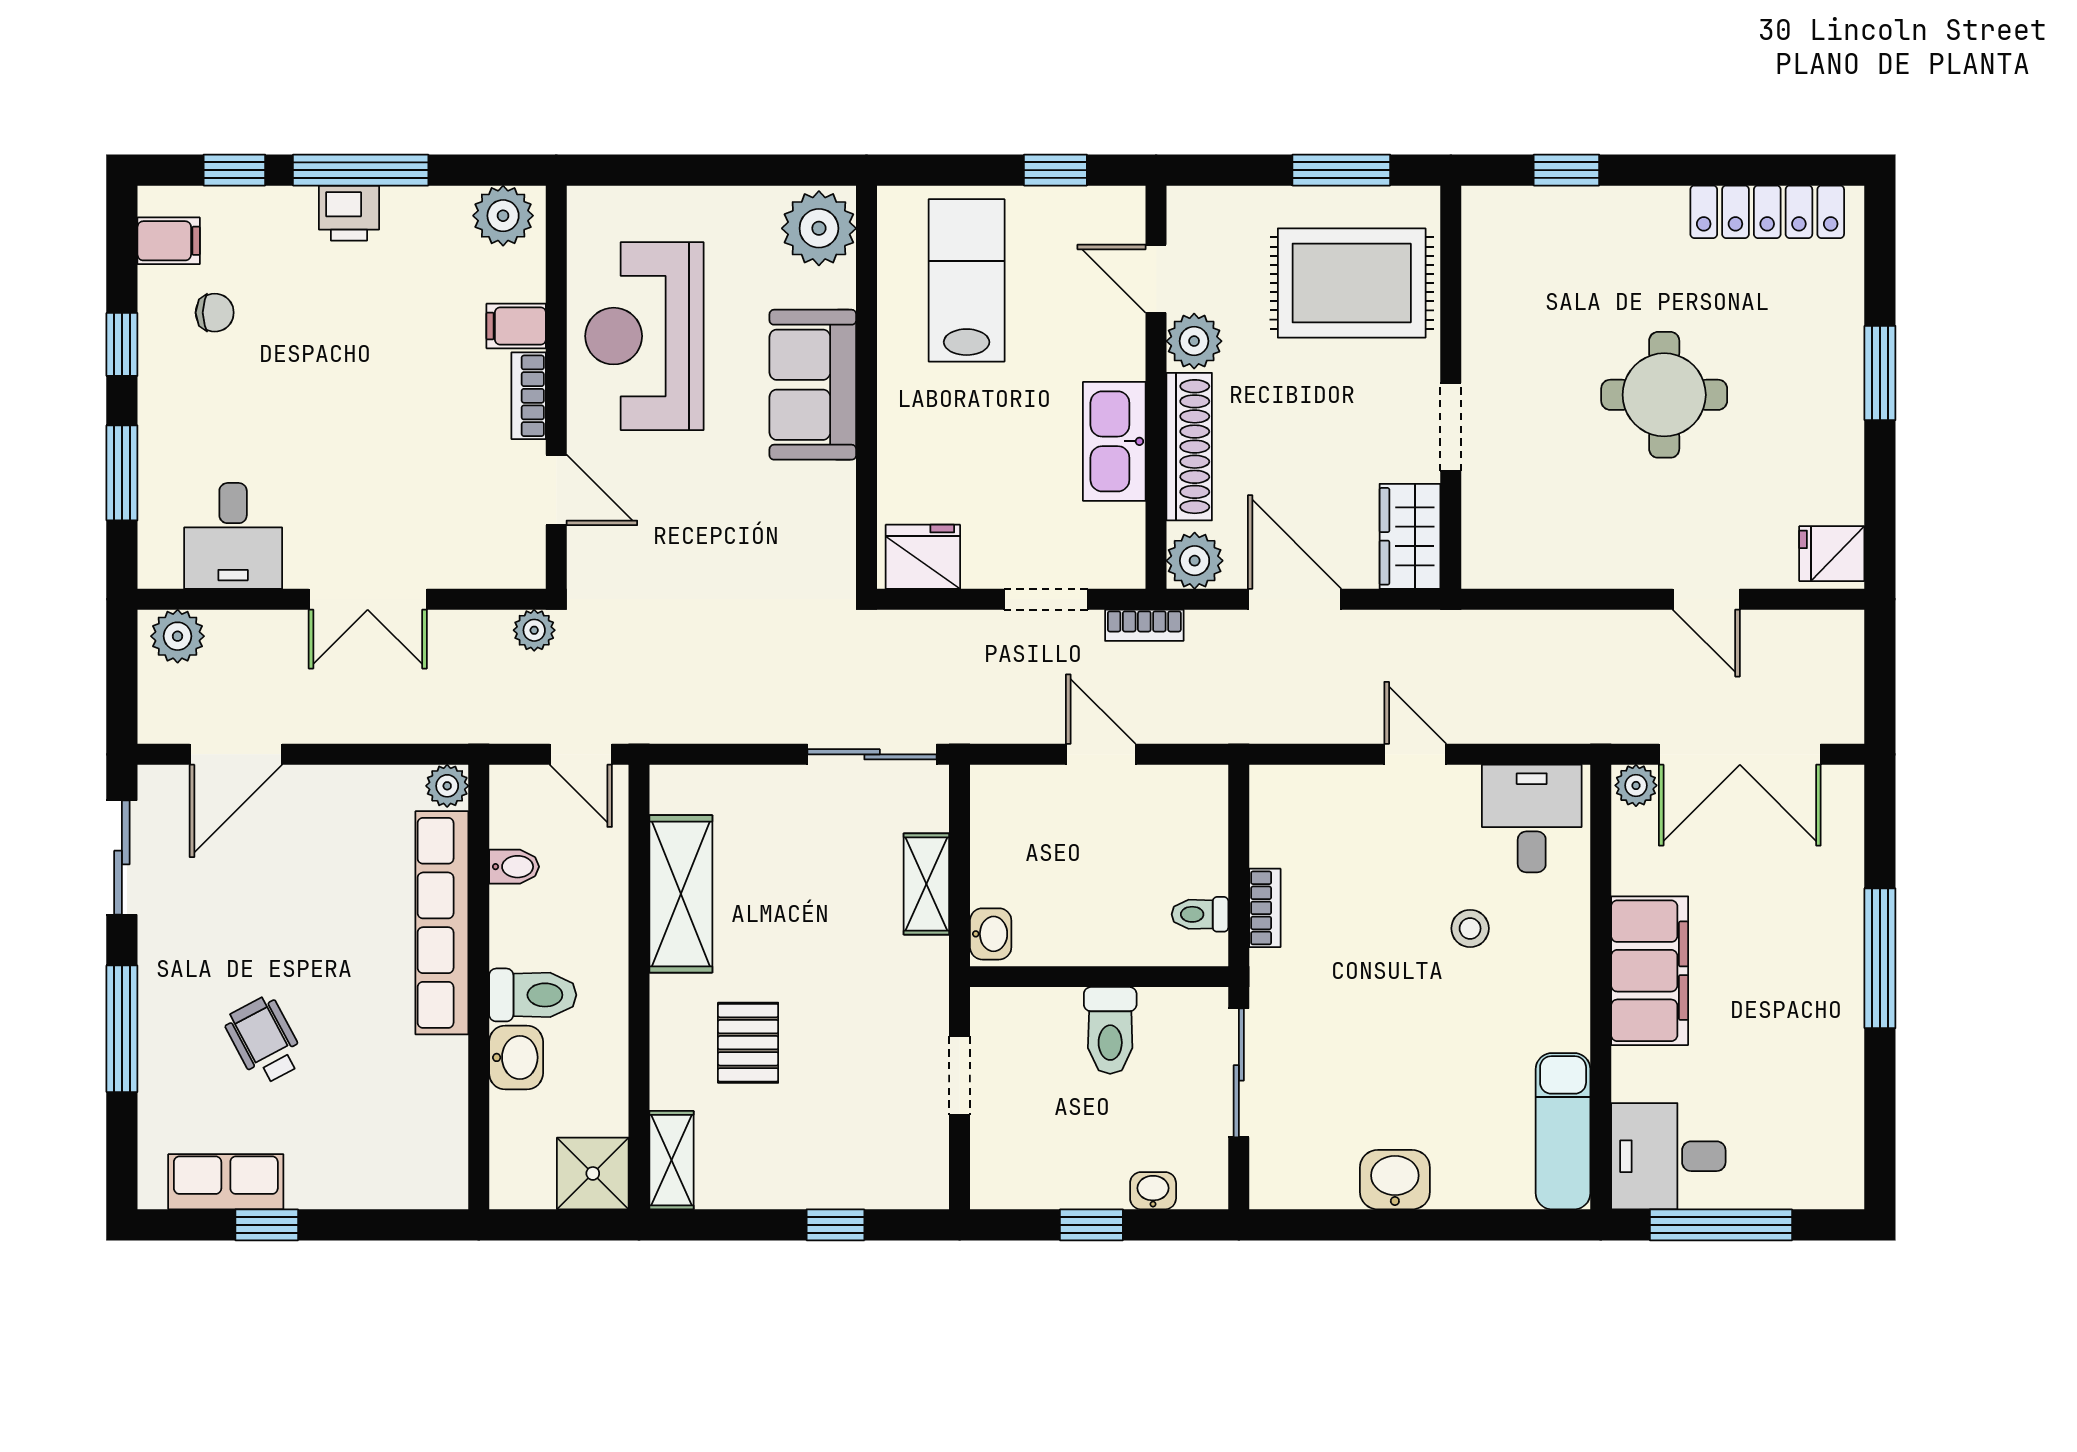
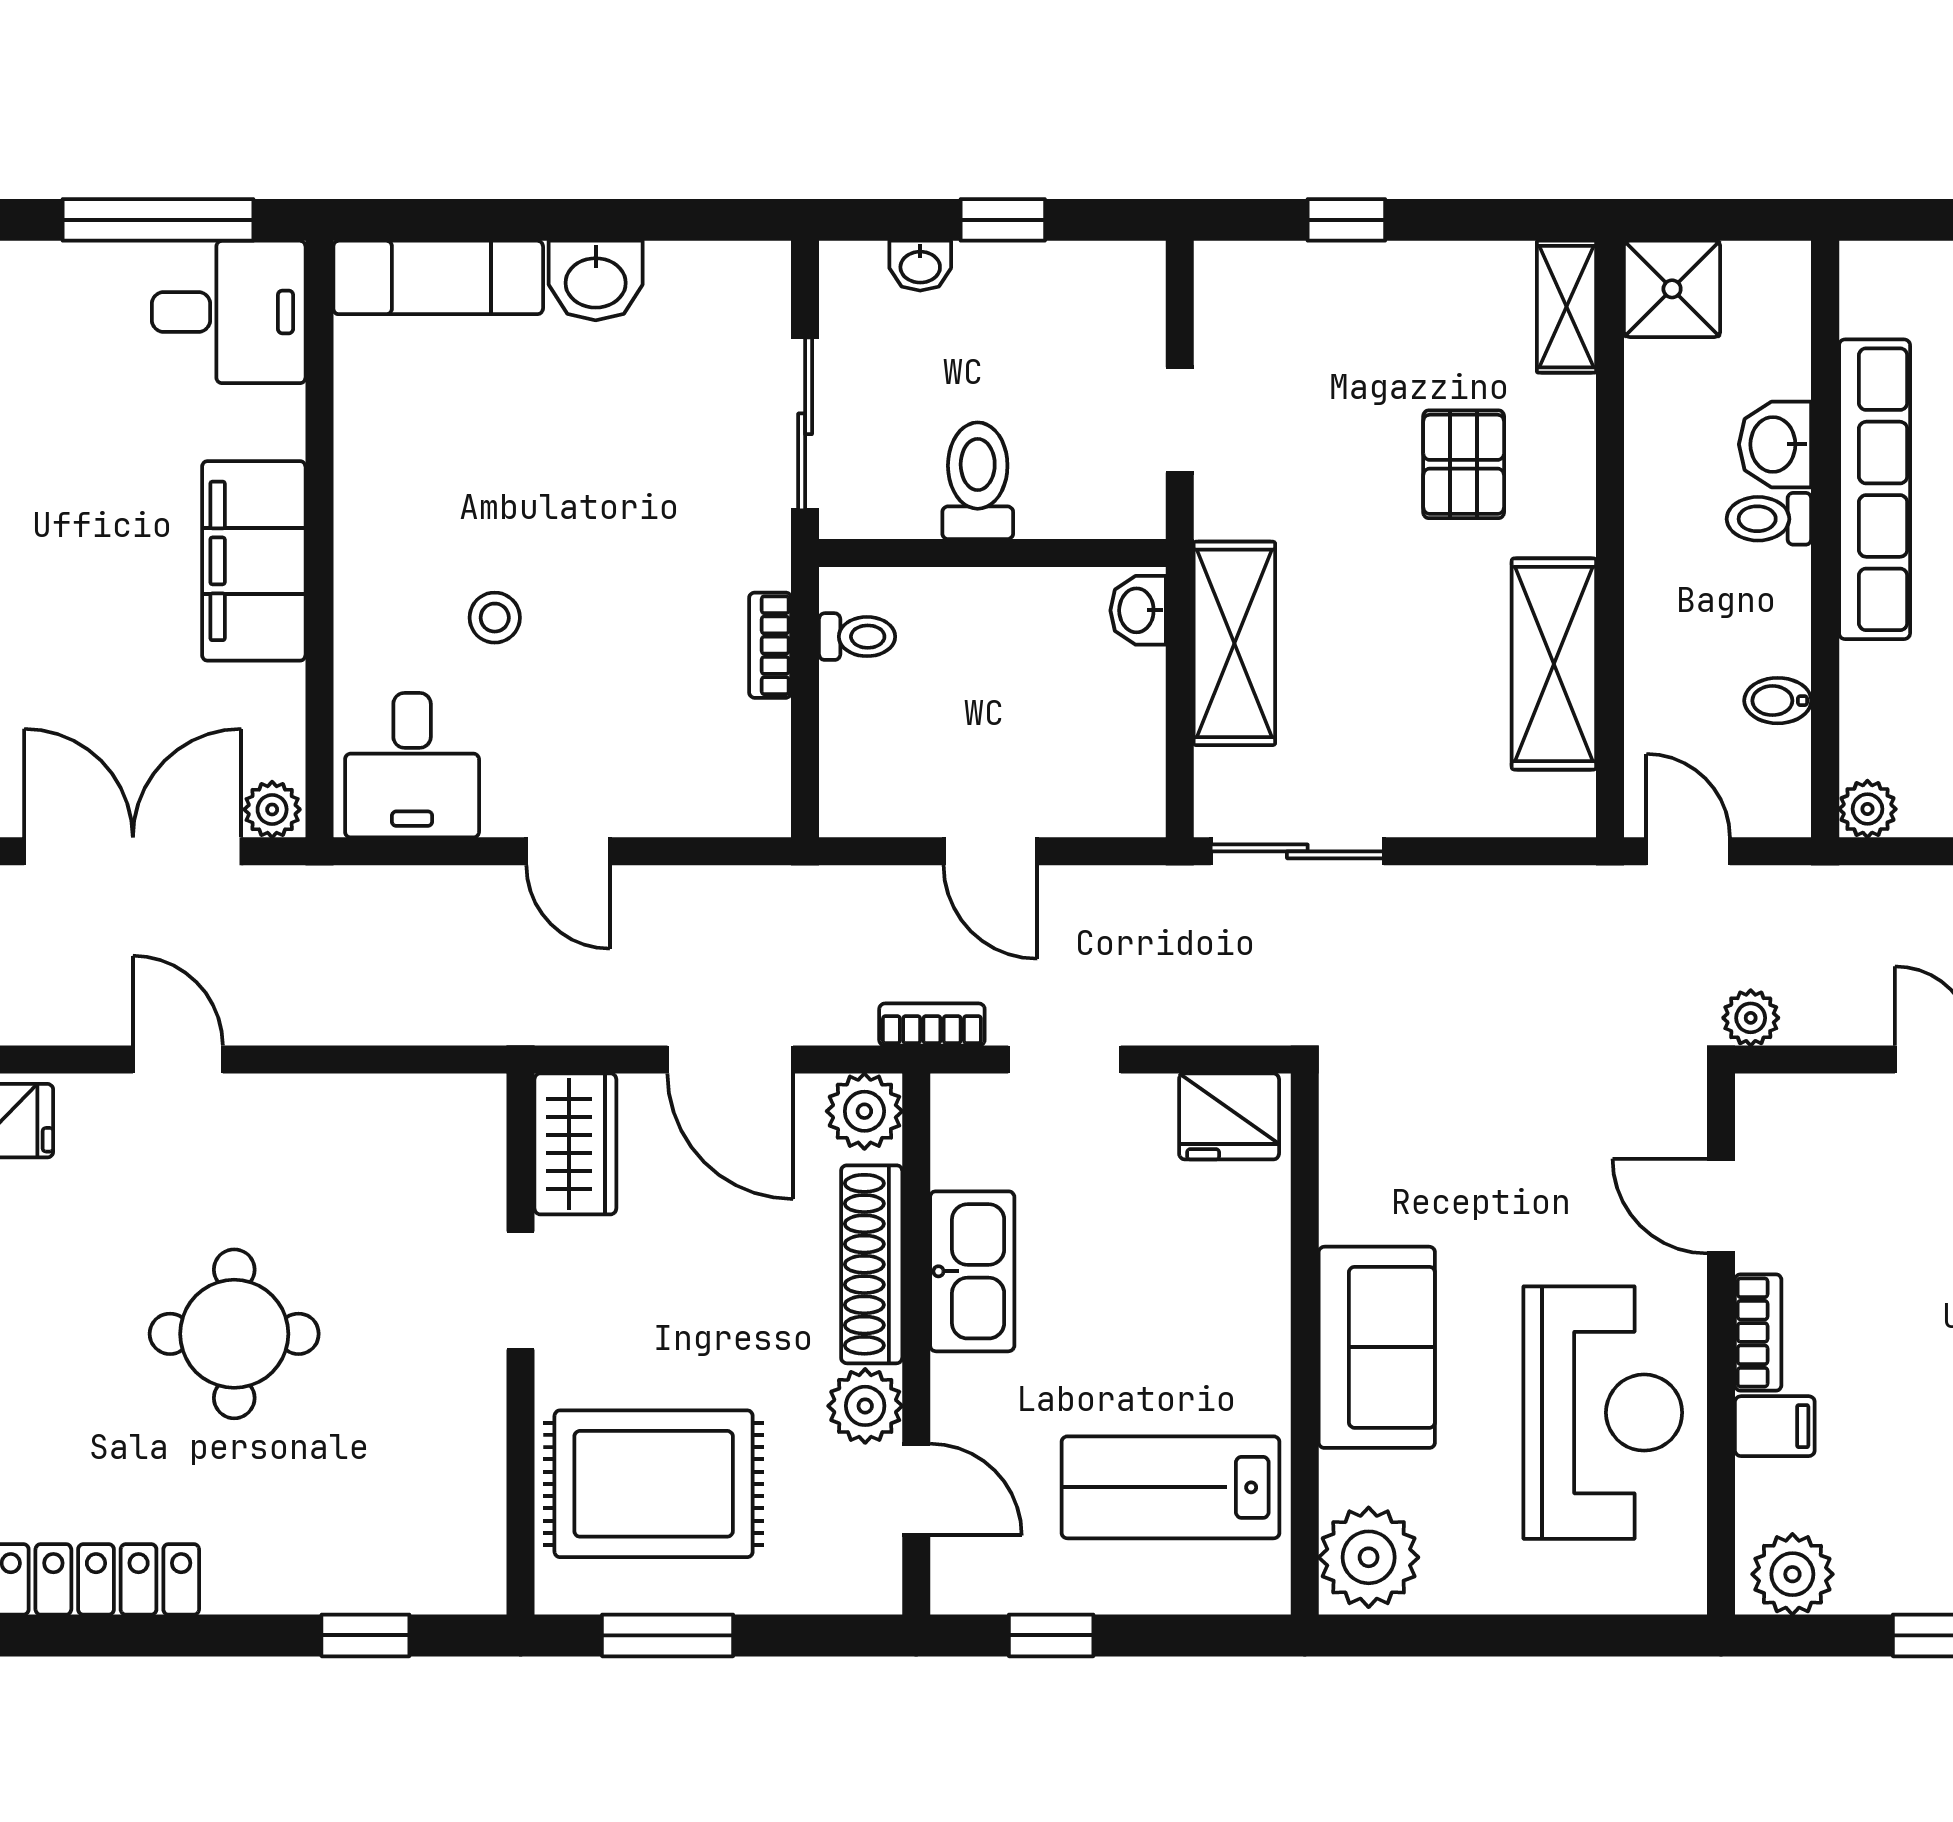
lab bench: (967, 280) -> (1170, 1487), turned 90
shelving: (926, 884) -> (1234, 643), width x1.50, depth x1.33
row of seats: (442, 923) -> (1875, 489), moved
toilet: (533, 995) -> (1769, 519), width x0.73, depth x0.72
exam couch: (1563, 1131) -> (438, 277), moved, turned 90

